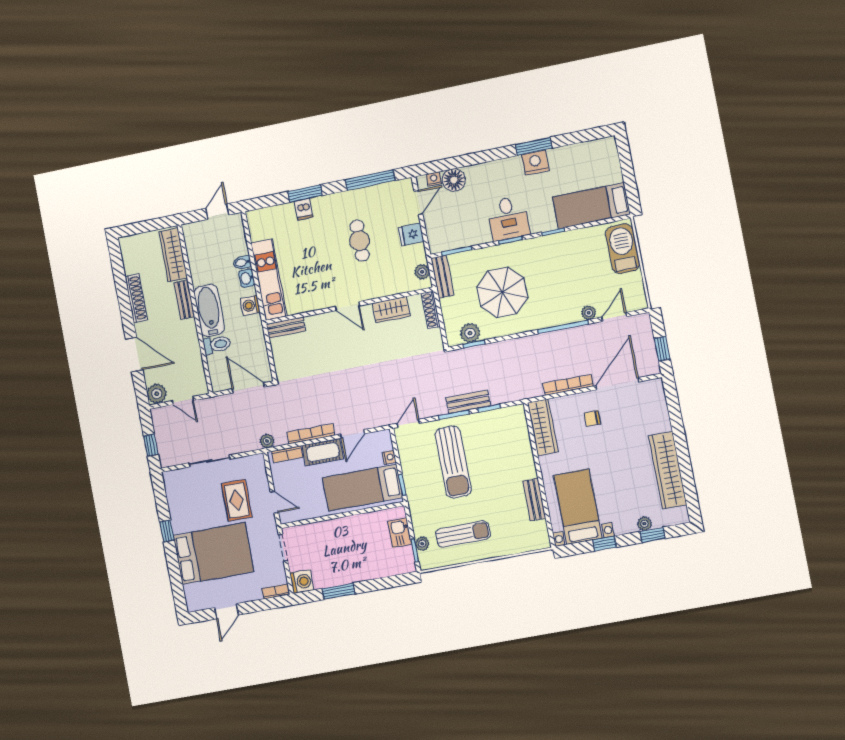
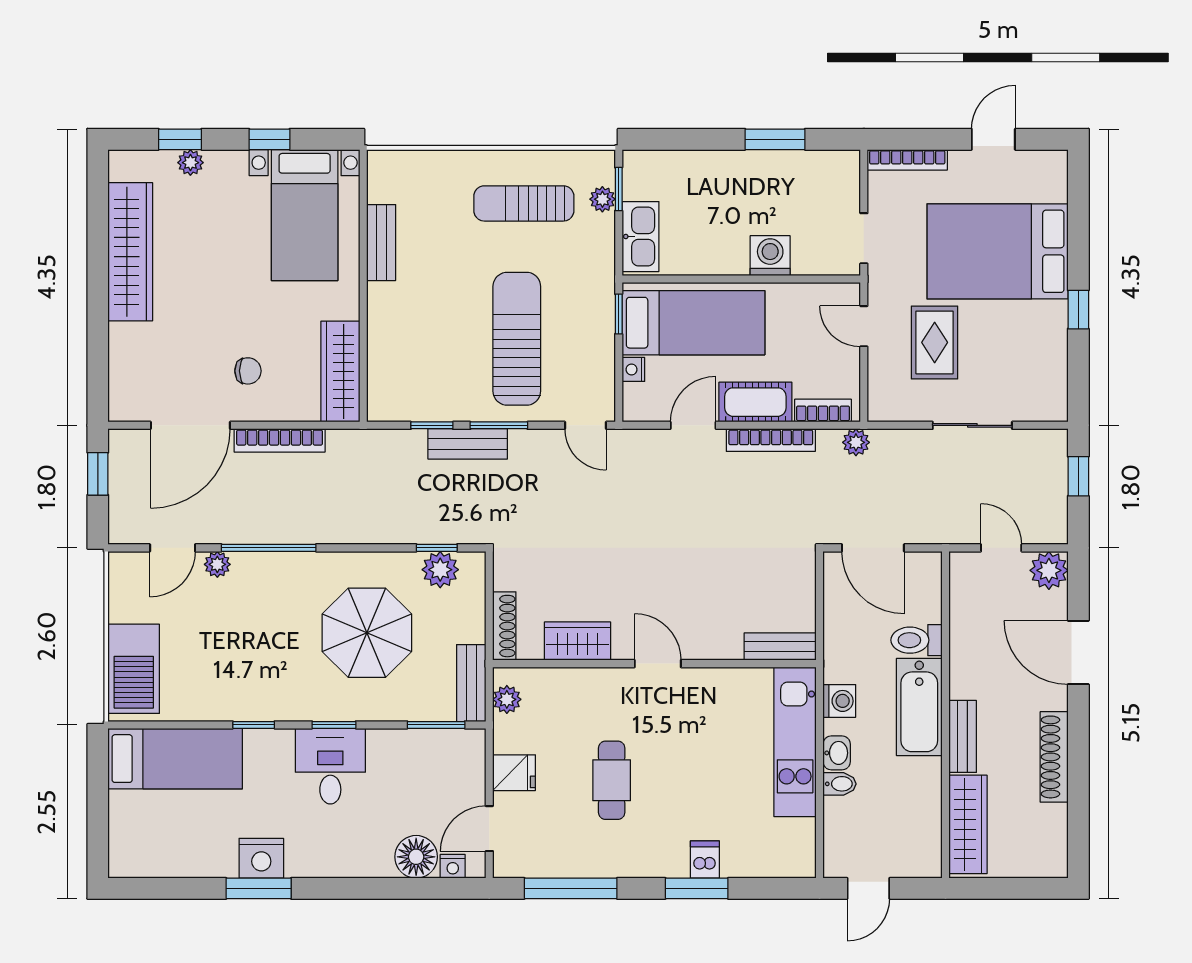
door: (408, 423) -> (586, 425), hinge flipped
kitchen sink: (400, 533) -> (641, 237), width x1.38
washing machine: (302, 582) -> (770, 256), moved, turned 90
bookcase: (276, 591) -> (907, 160), width x1.56

